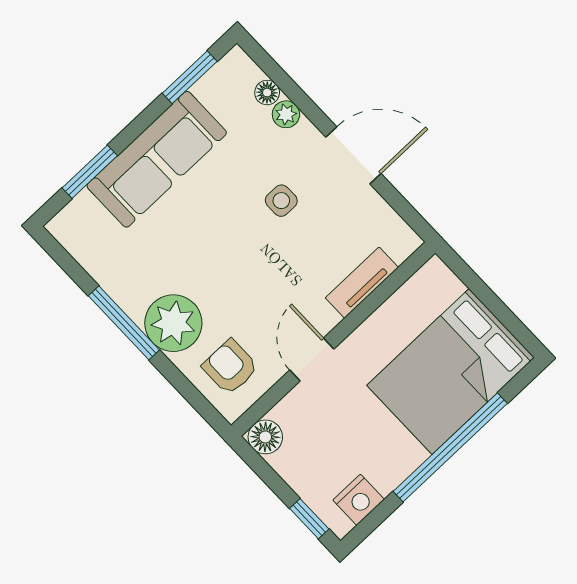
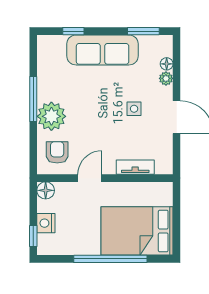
window: (90, 172) -> (73, 31), width x0.67
nightstand: (359, 500) -> (46, 223), moved, turned 90

